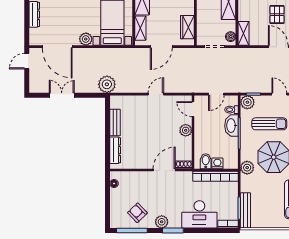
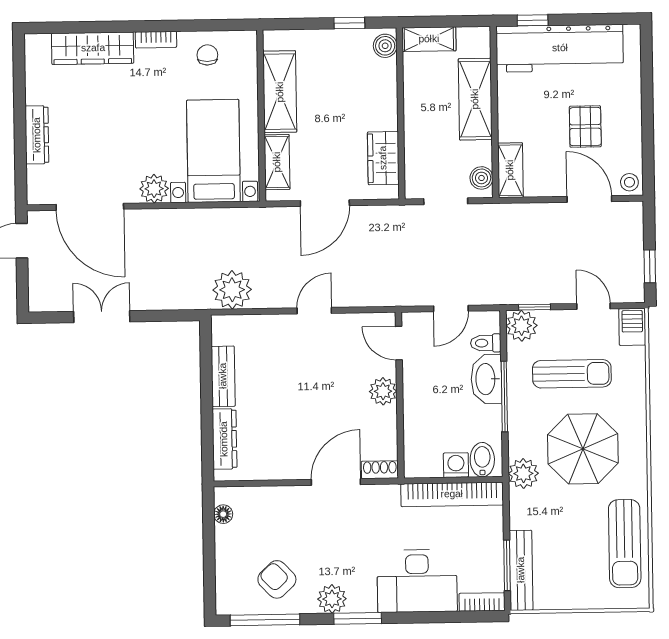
plant: (107, 84) -> (232, 290), moved
bidet: (206, 161) -> (482, 460), moved

